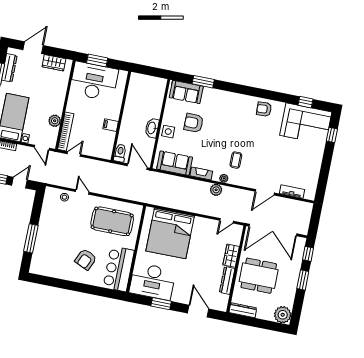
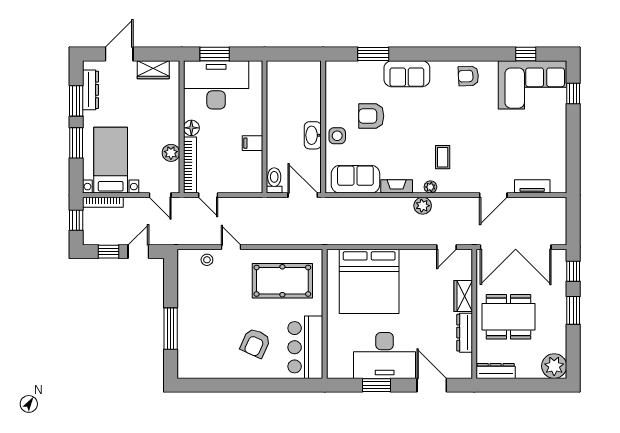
sofa: (186, 92) -> (407, 74), moved
floor lamp: (72, 107) -> (191, 128), added
door: (74, 154) -> (208, 195), swing flipped
desk: (152, 281) -> (385, 355), moved

